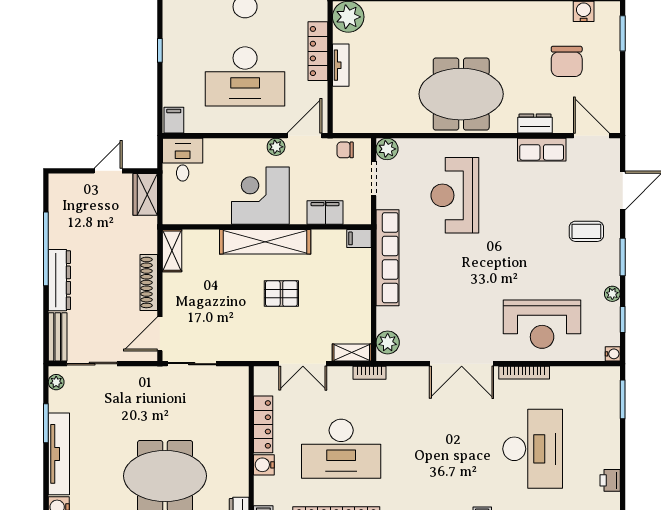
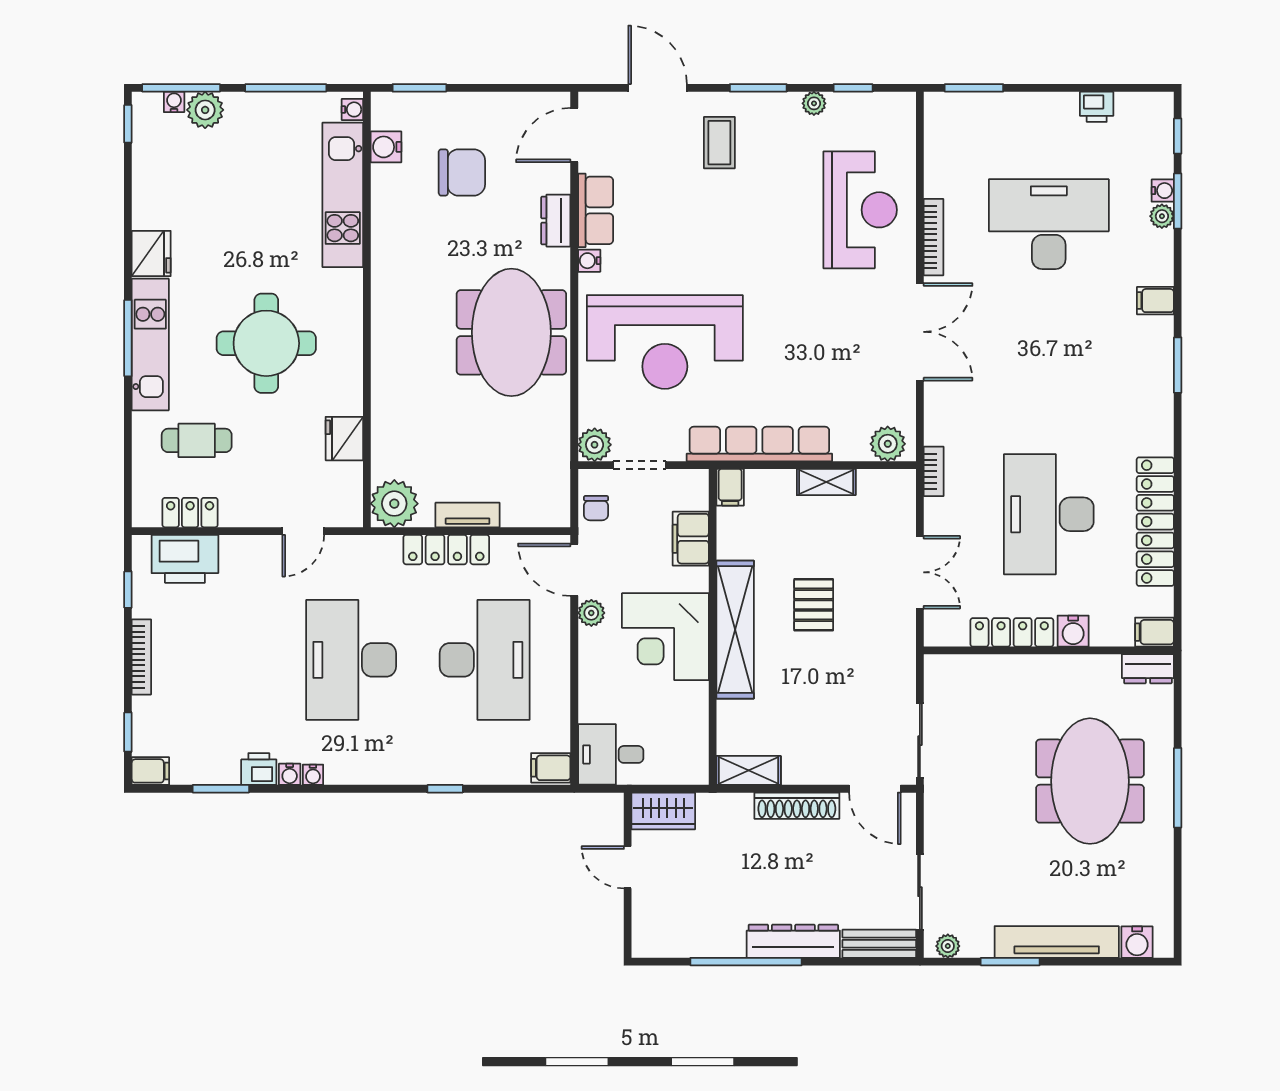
reception desk: (455, 195) -> (665, 342), width x1.36, depth x1.30
shelving: (352, 353) -> (826, 482), moved, turned 90
water cooler: (613, 354) -> (589, 261), moved, turned -90
desk: (341, 449) -> (1049, 514), turned 180

